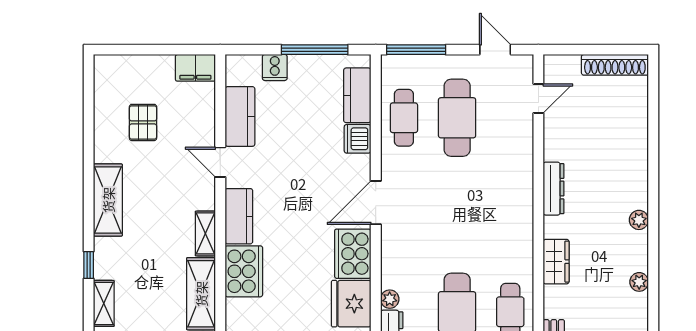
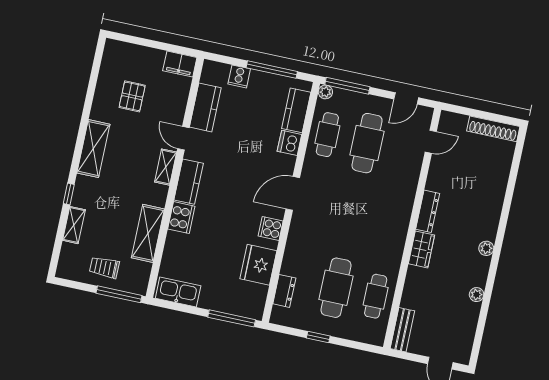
door: (495, 50) -> (406, 98), swing flipped
shelving: (205, 233) -> (166, 167), moved
cooker: (353, 254) -> (271, 228), width x0.53, depth x0.76
wardrobe: (556, 262) -> (421, 249), moved
cooker: (244, 271) -> (181, 218), width x0.73, depth x0.76
plant: (390, 299) -> (325, 92), moved

